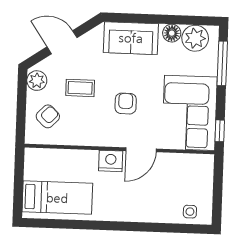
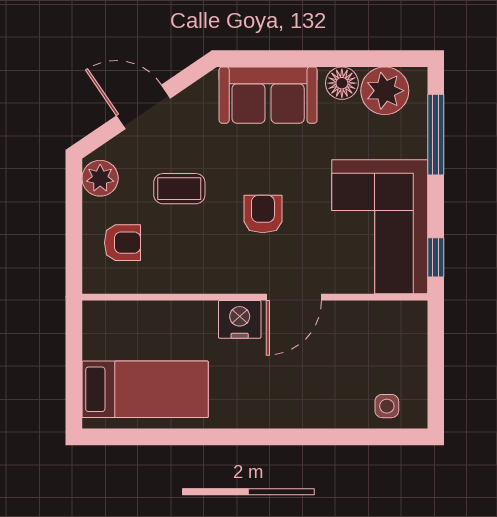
armchair: (48, 116) -> (122, 243), turned 46

